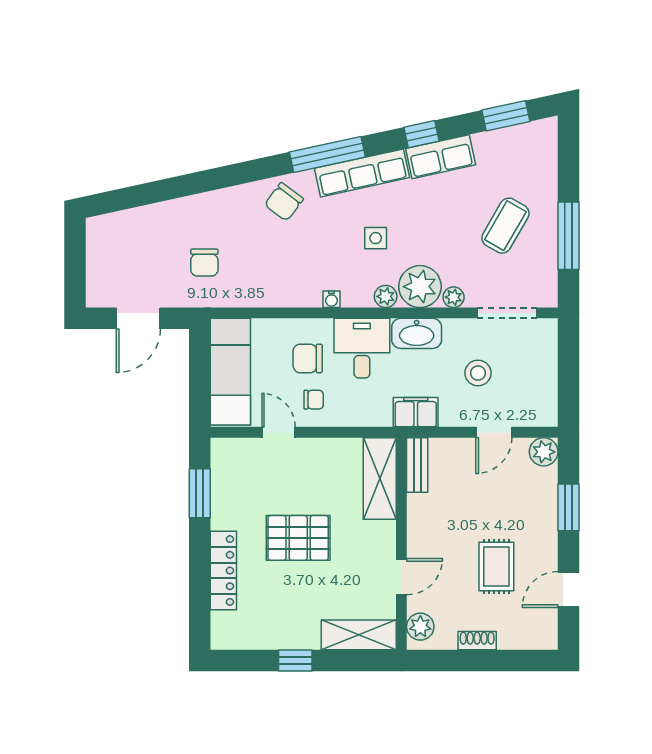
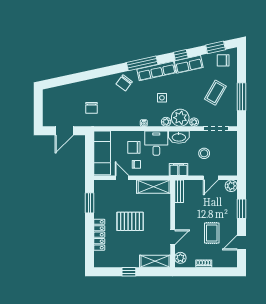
chair: (524, 147) -> (223, 60), added
shelving: (380, 478) -> (154, 187), moved, turned 90

